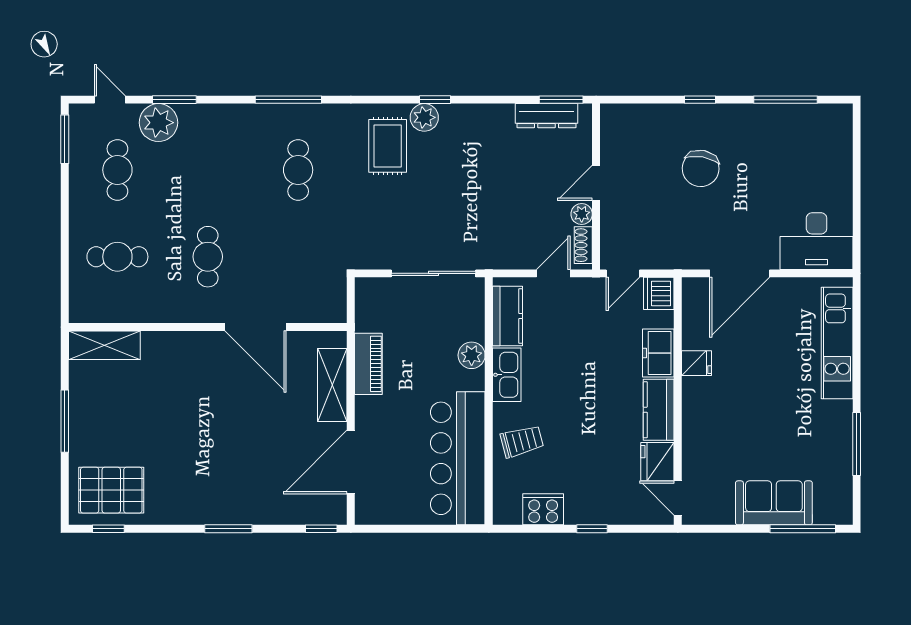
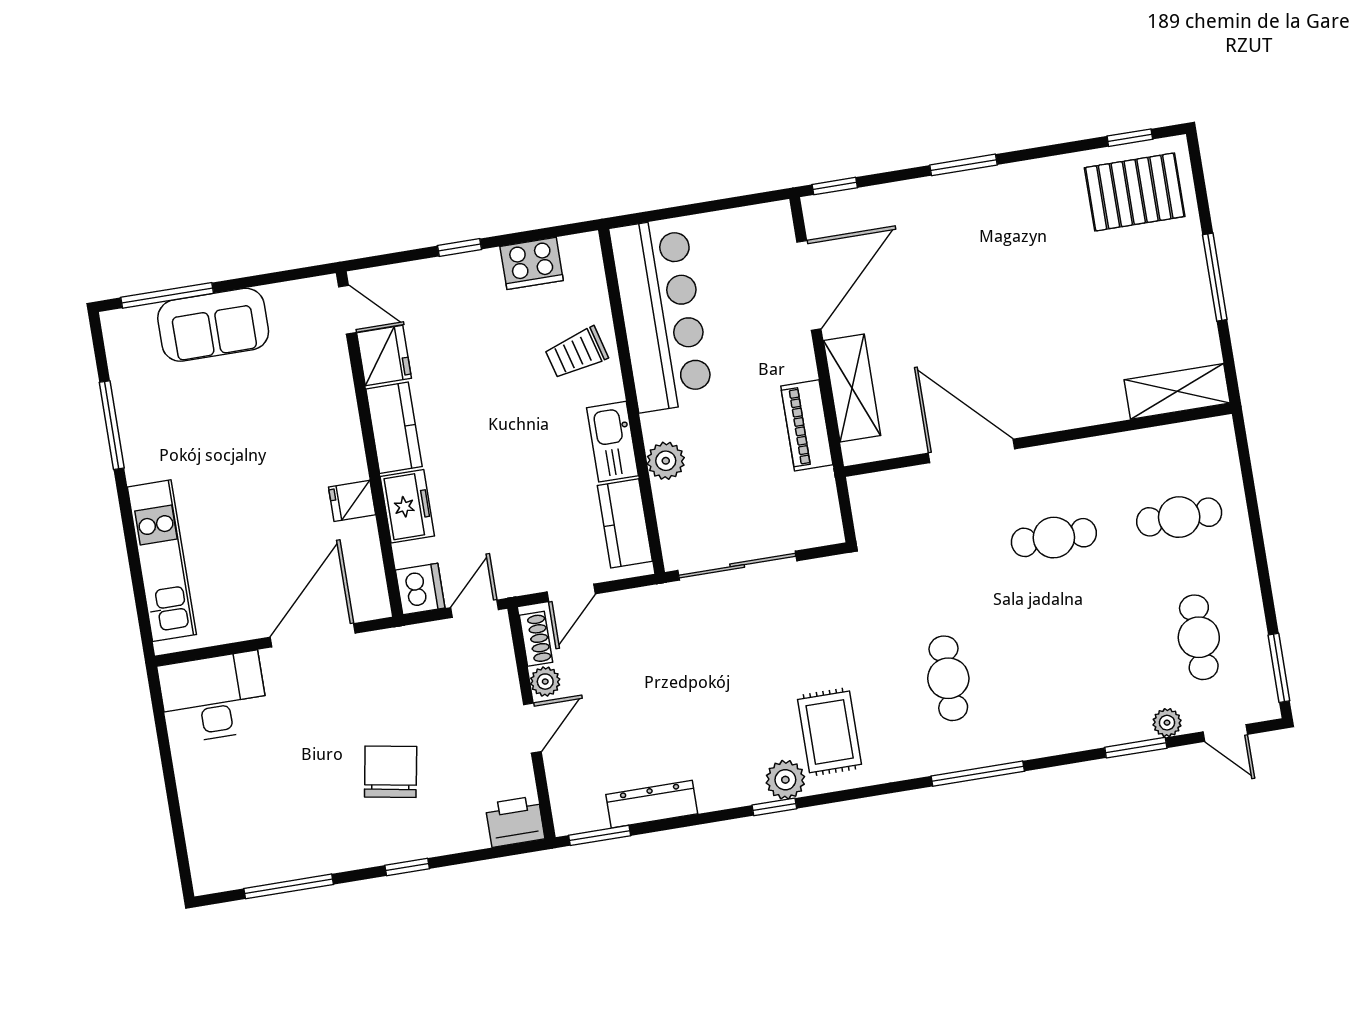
dresser: (547, 116) -> (652, 804), moved
printer: (619, 119) -> (515, 821), added
plant: (158, 123) -> (1167, 723), width x0.53, depth x0.53
cafe table: (208, 257) -> (1054, 538), turned 90

